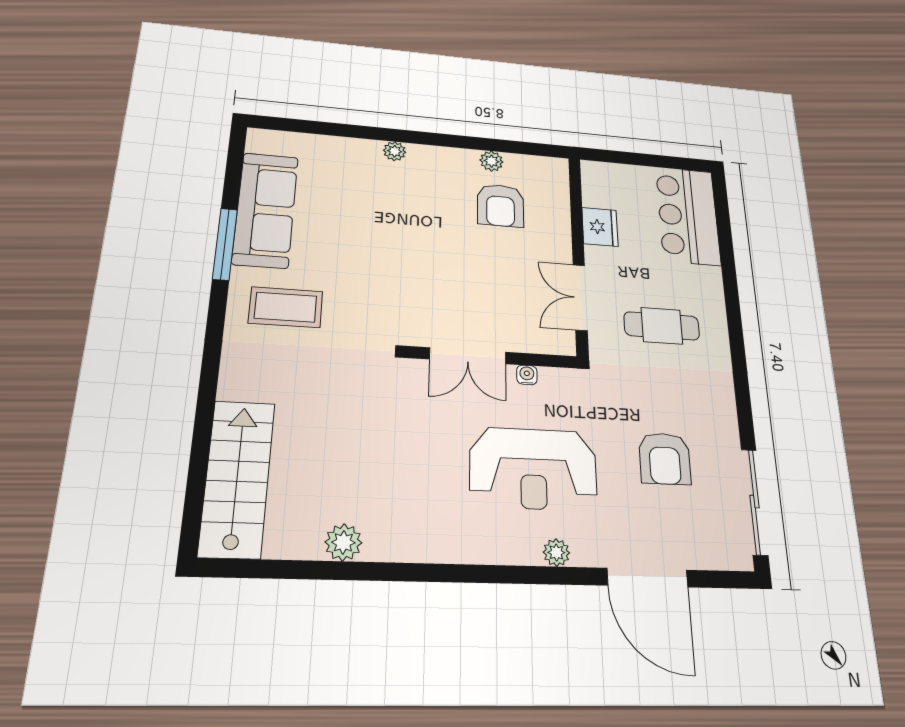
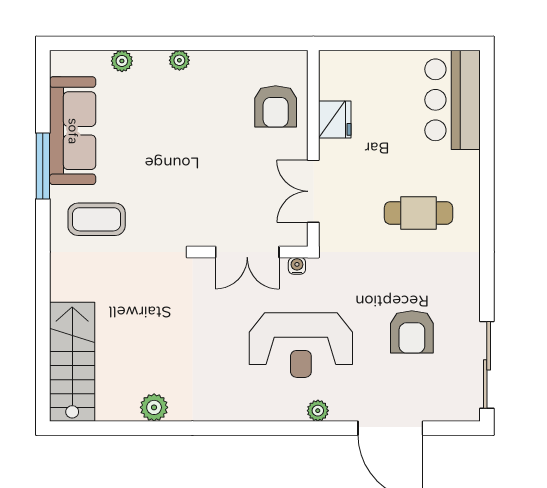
plant: (491, 161) -> (122, 61), moved
fridge: (600, 227) -> (335, 120), moved
wall: (578, 253) -> (313, 148), moved
double door: (580, 297) -> (313, 191), moved

